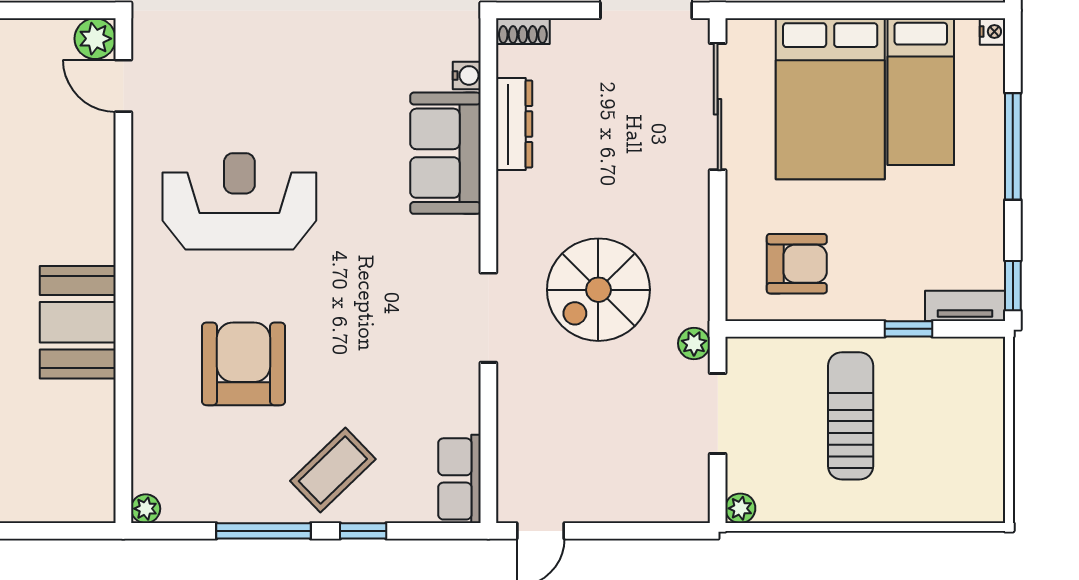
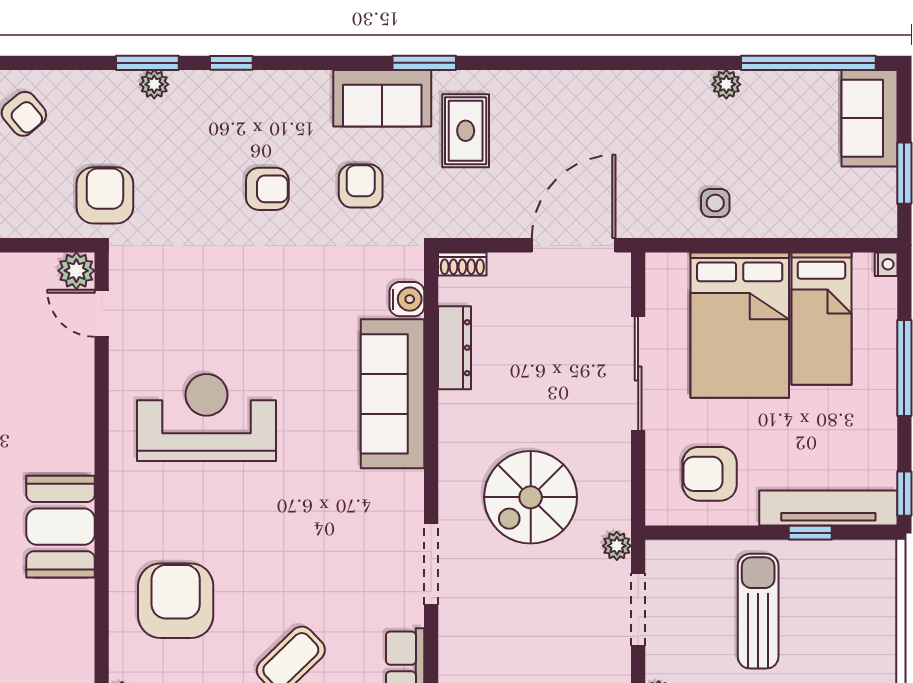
water cooler: (467, 75) -> (407, 299), width x1.38, depth x1.38
sliding door: (718, 107) -> (638, 374), moved
sofa: (445, 153) -> (393, 394), width x1.36
armchair: (797, 264) -> (710, 474), turned 180
tv unit: (965, 306) -> (828, 508), width x1.92, depth x1.29
doorway: (488, 318) -> (431, 564), moved
armchair: (244, 364) -> (176, 601), moved

